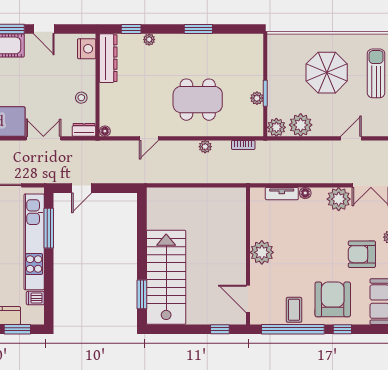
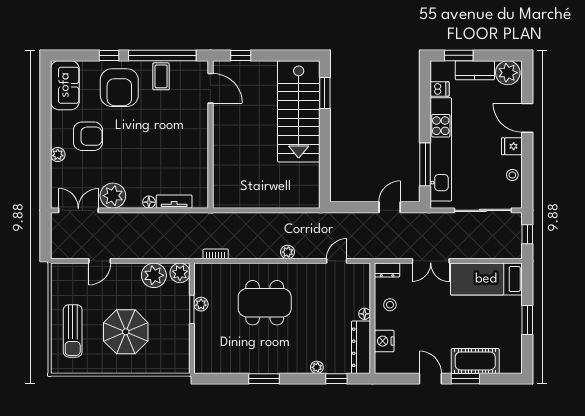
nightstand: (87, 49) -> (384, 341), moved
floor lamp: (105, 131) -> (365, 314), moved
door: (149, 138) -> (337, 261), moved
plant: (205, 147) -> (288, 252), moved
plant: (262, 252) -> (196, 138), removed

